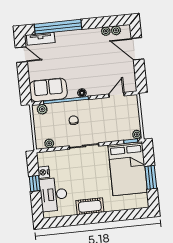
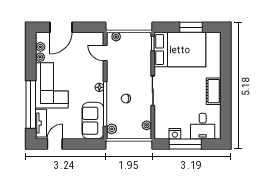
corner sofa: (79, 46) -> (52, 85), added
plant: (137, 134) -> (116, 37), moved
window: (35, 184) -> (185, 144), width x2.17
desk: (54, 195) -> (203, 126), width x0.73

